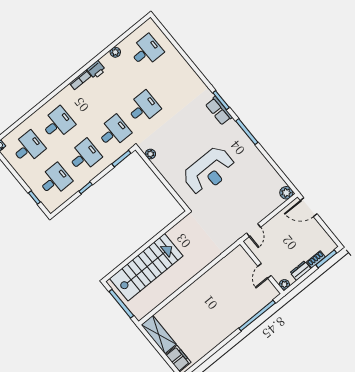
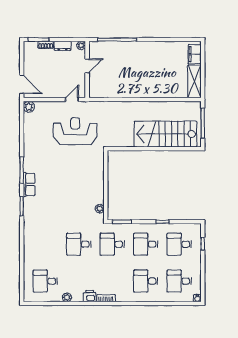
row of seats: (219, 111) -> (29, 184), moved
reception desk: (209, 171) -> (75, 131), moved

